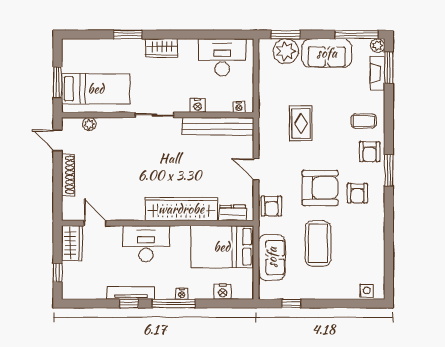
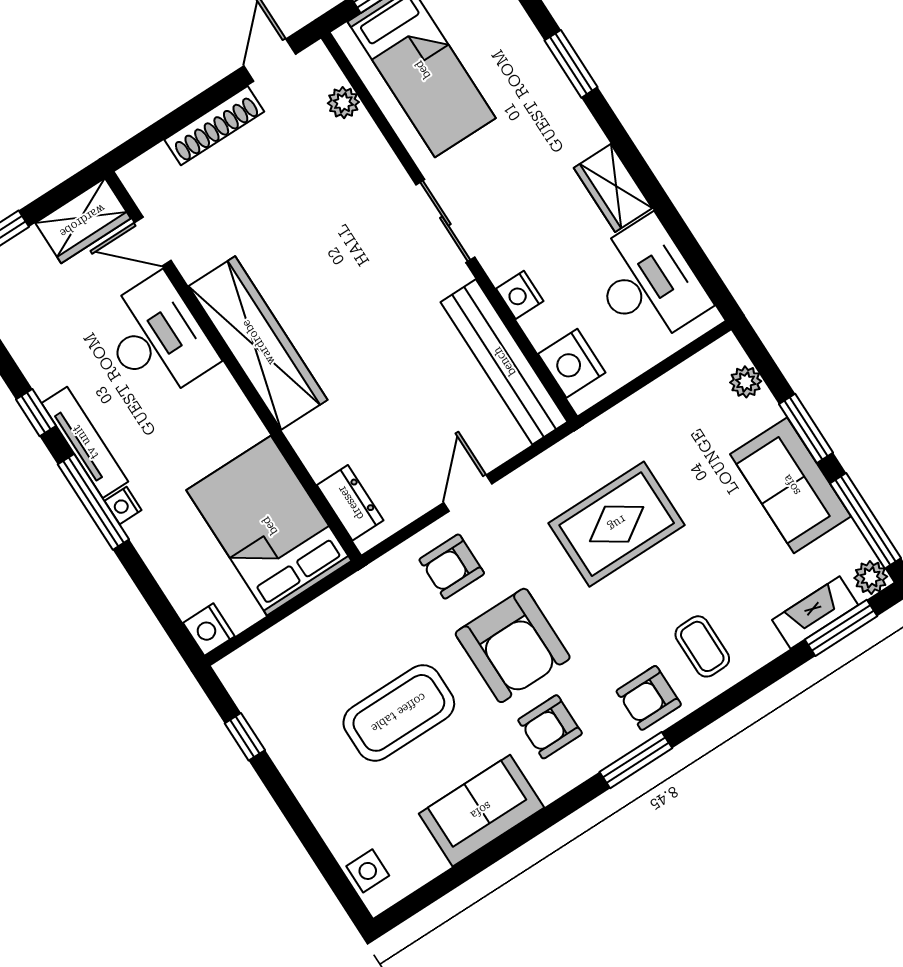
window: (286, 35) -> (806, 428), moved
wardrobe: (162, 48) -> (613, 188), moved
plant: (286, 51) -> (746, 382), width x0.53, depth x0.53
nightstand: (239, 107) -> (572, 363), width x1.89, depth x1.79
rug: (301, 123) -> (617, 524), width x1.36, depth x1.43
armchair: (271, 206) -> (452, 567), moved
wardrobe: (181, 209) -> (258, 343), moved
door: (95, 223) -> (153, 242), swing flipped
desk: (146, 244) -> (157, 338), moved
sofa: (272, 257) -> (481, 811), moved, turned 180
nightstand: (223, 292) -> (209, 630), moved
tv unit: (131, 293) -> (85, 442), moved

